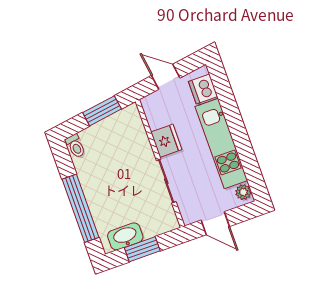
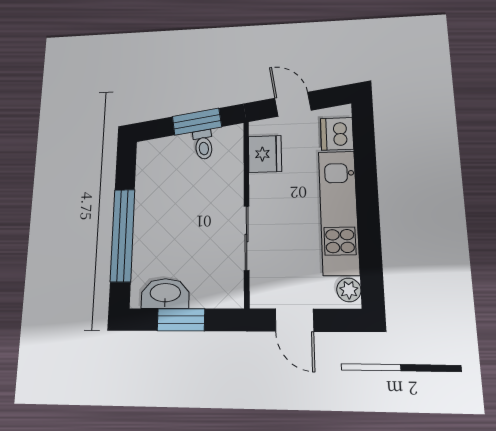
fridge: (166, 141) -> (265, 154), moved
toilet: (75, 146) -> (203, 145), moved

